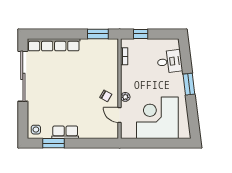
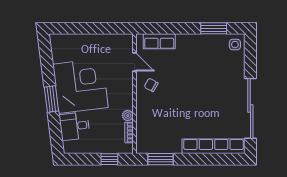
plant: (125, 97) -> (128, 116), moved
corner desk: (157, 118) -> (80, 86), moved, turned -97
row of seats: (65, 132) -> (159, 41), moved

